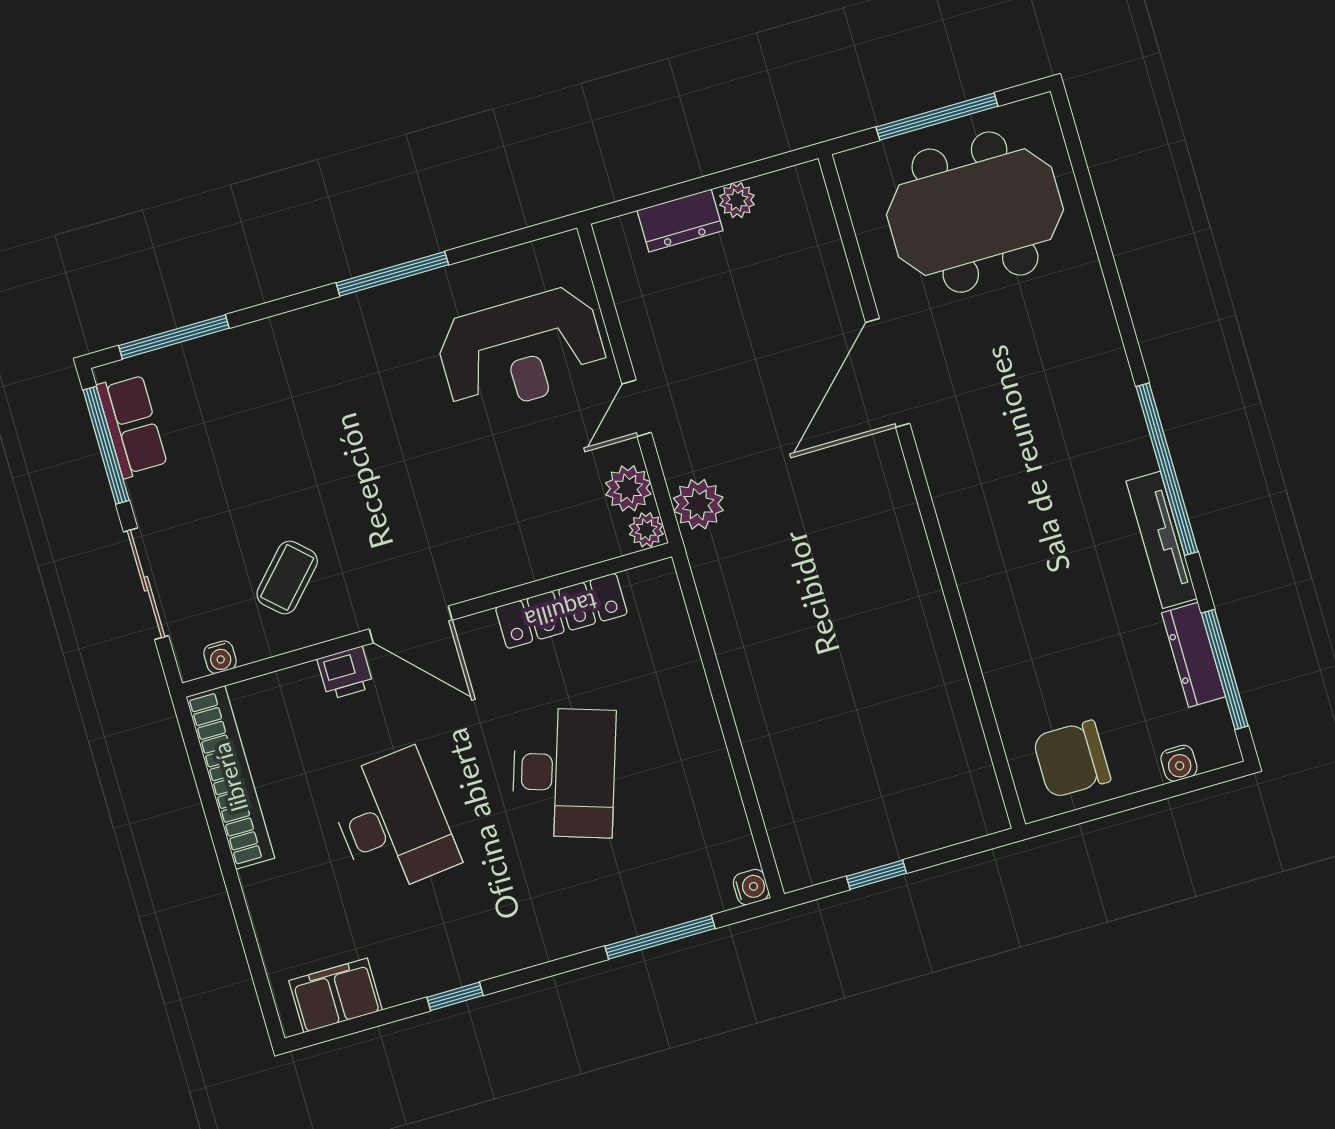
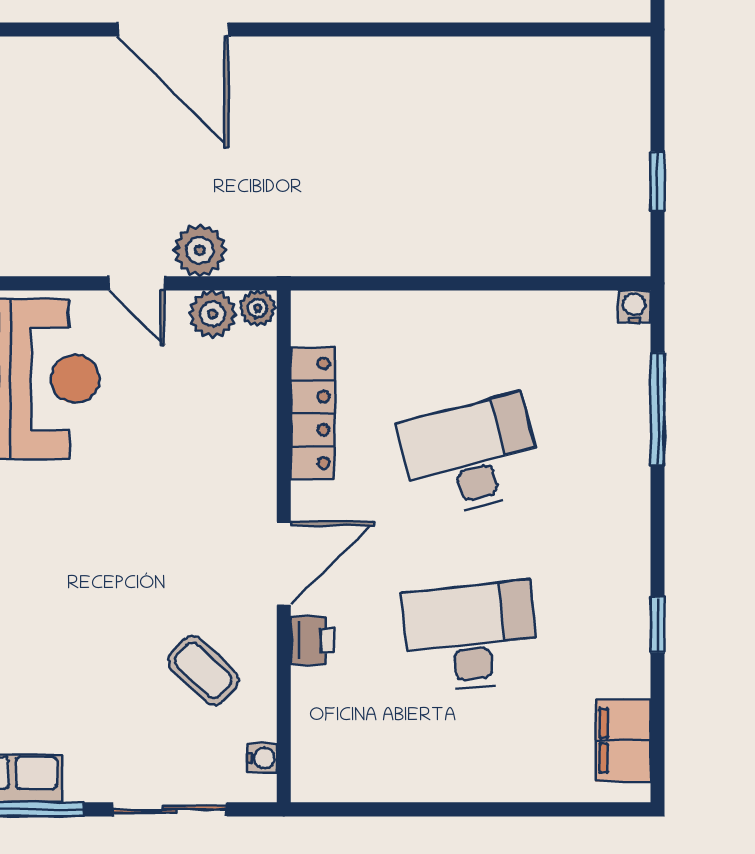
plant: (698, 504) -> (200, 250), moved
desk: (564, 773) -> (471, 456), turned -33
bookcase: (230, 777) -> (382, 782), removed

